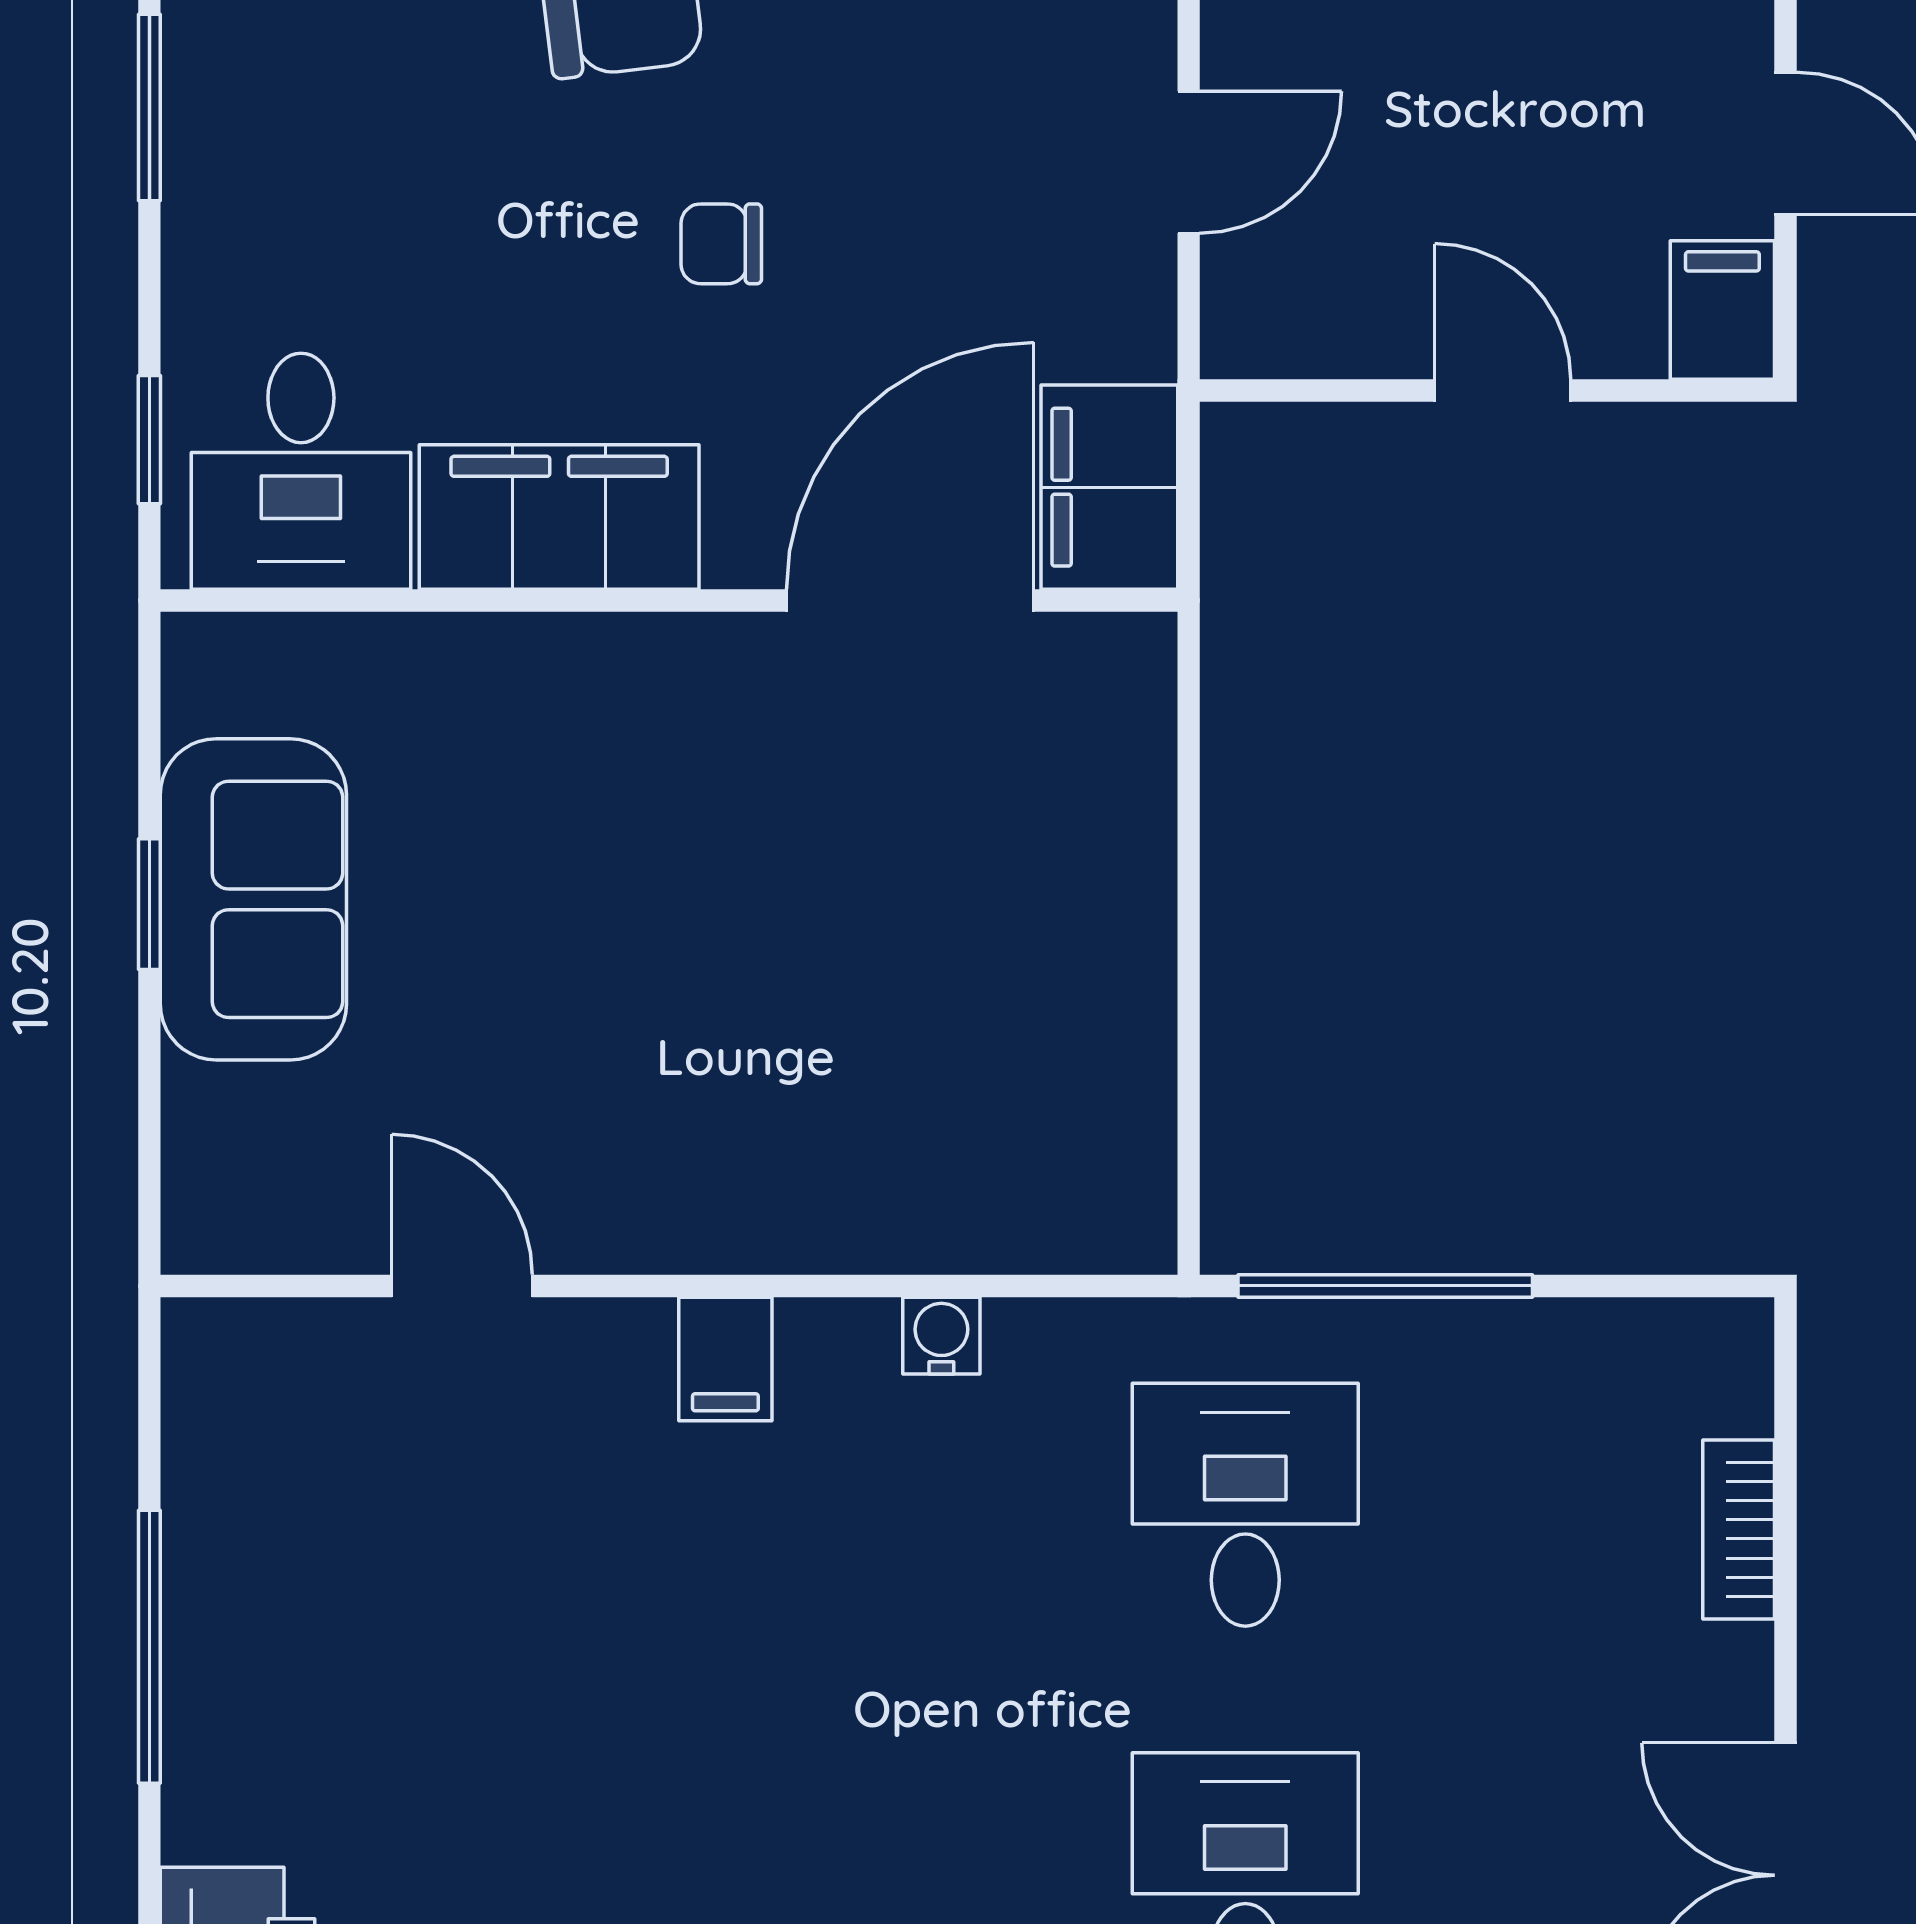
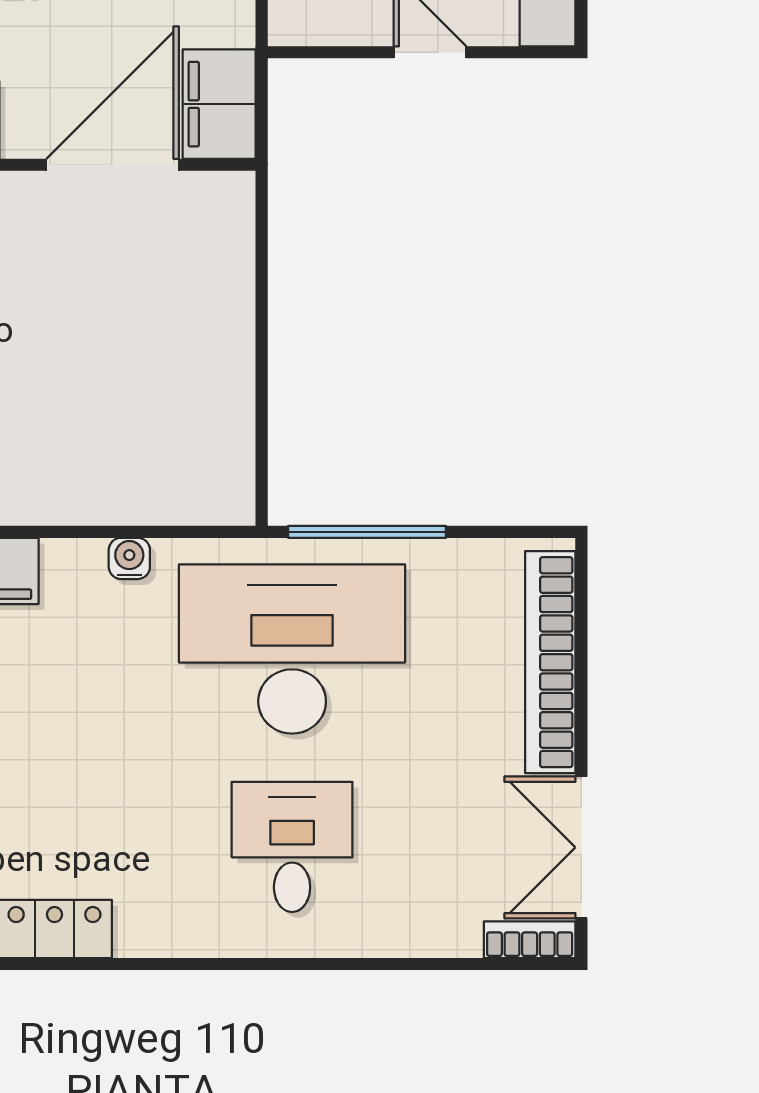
desk: (1245, 1505) -> (292, 649), width x1.87, depth x1.30
bookcase: (1739, 1529) -> (550, 662), width x2.31, depth x1.31

